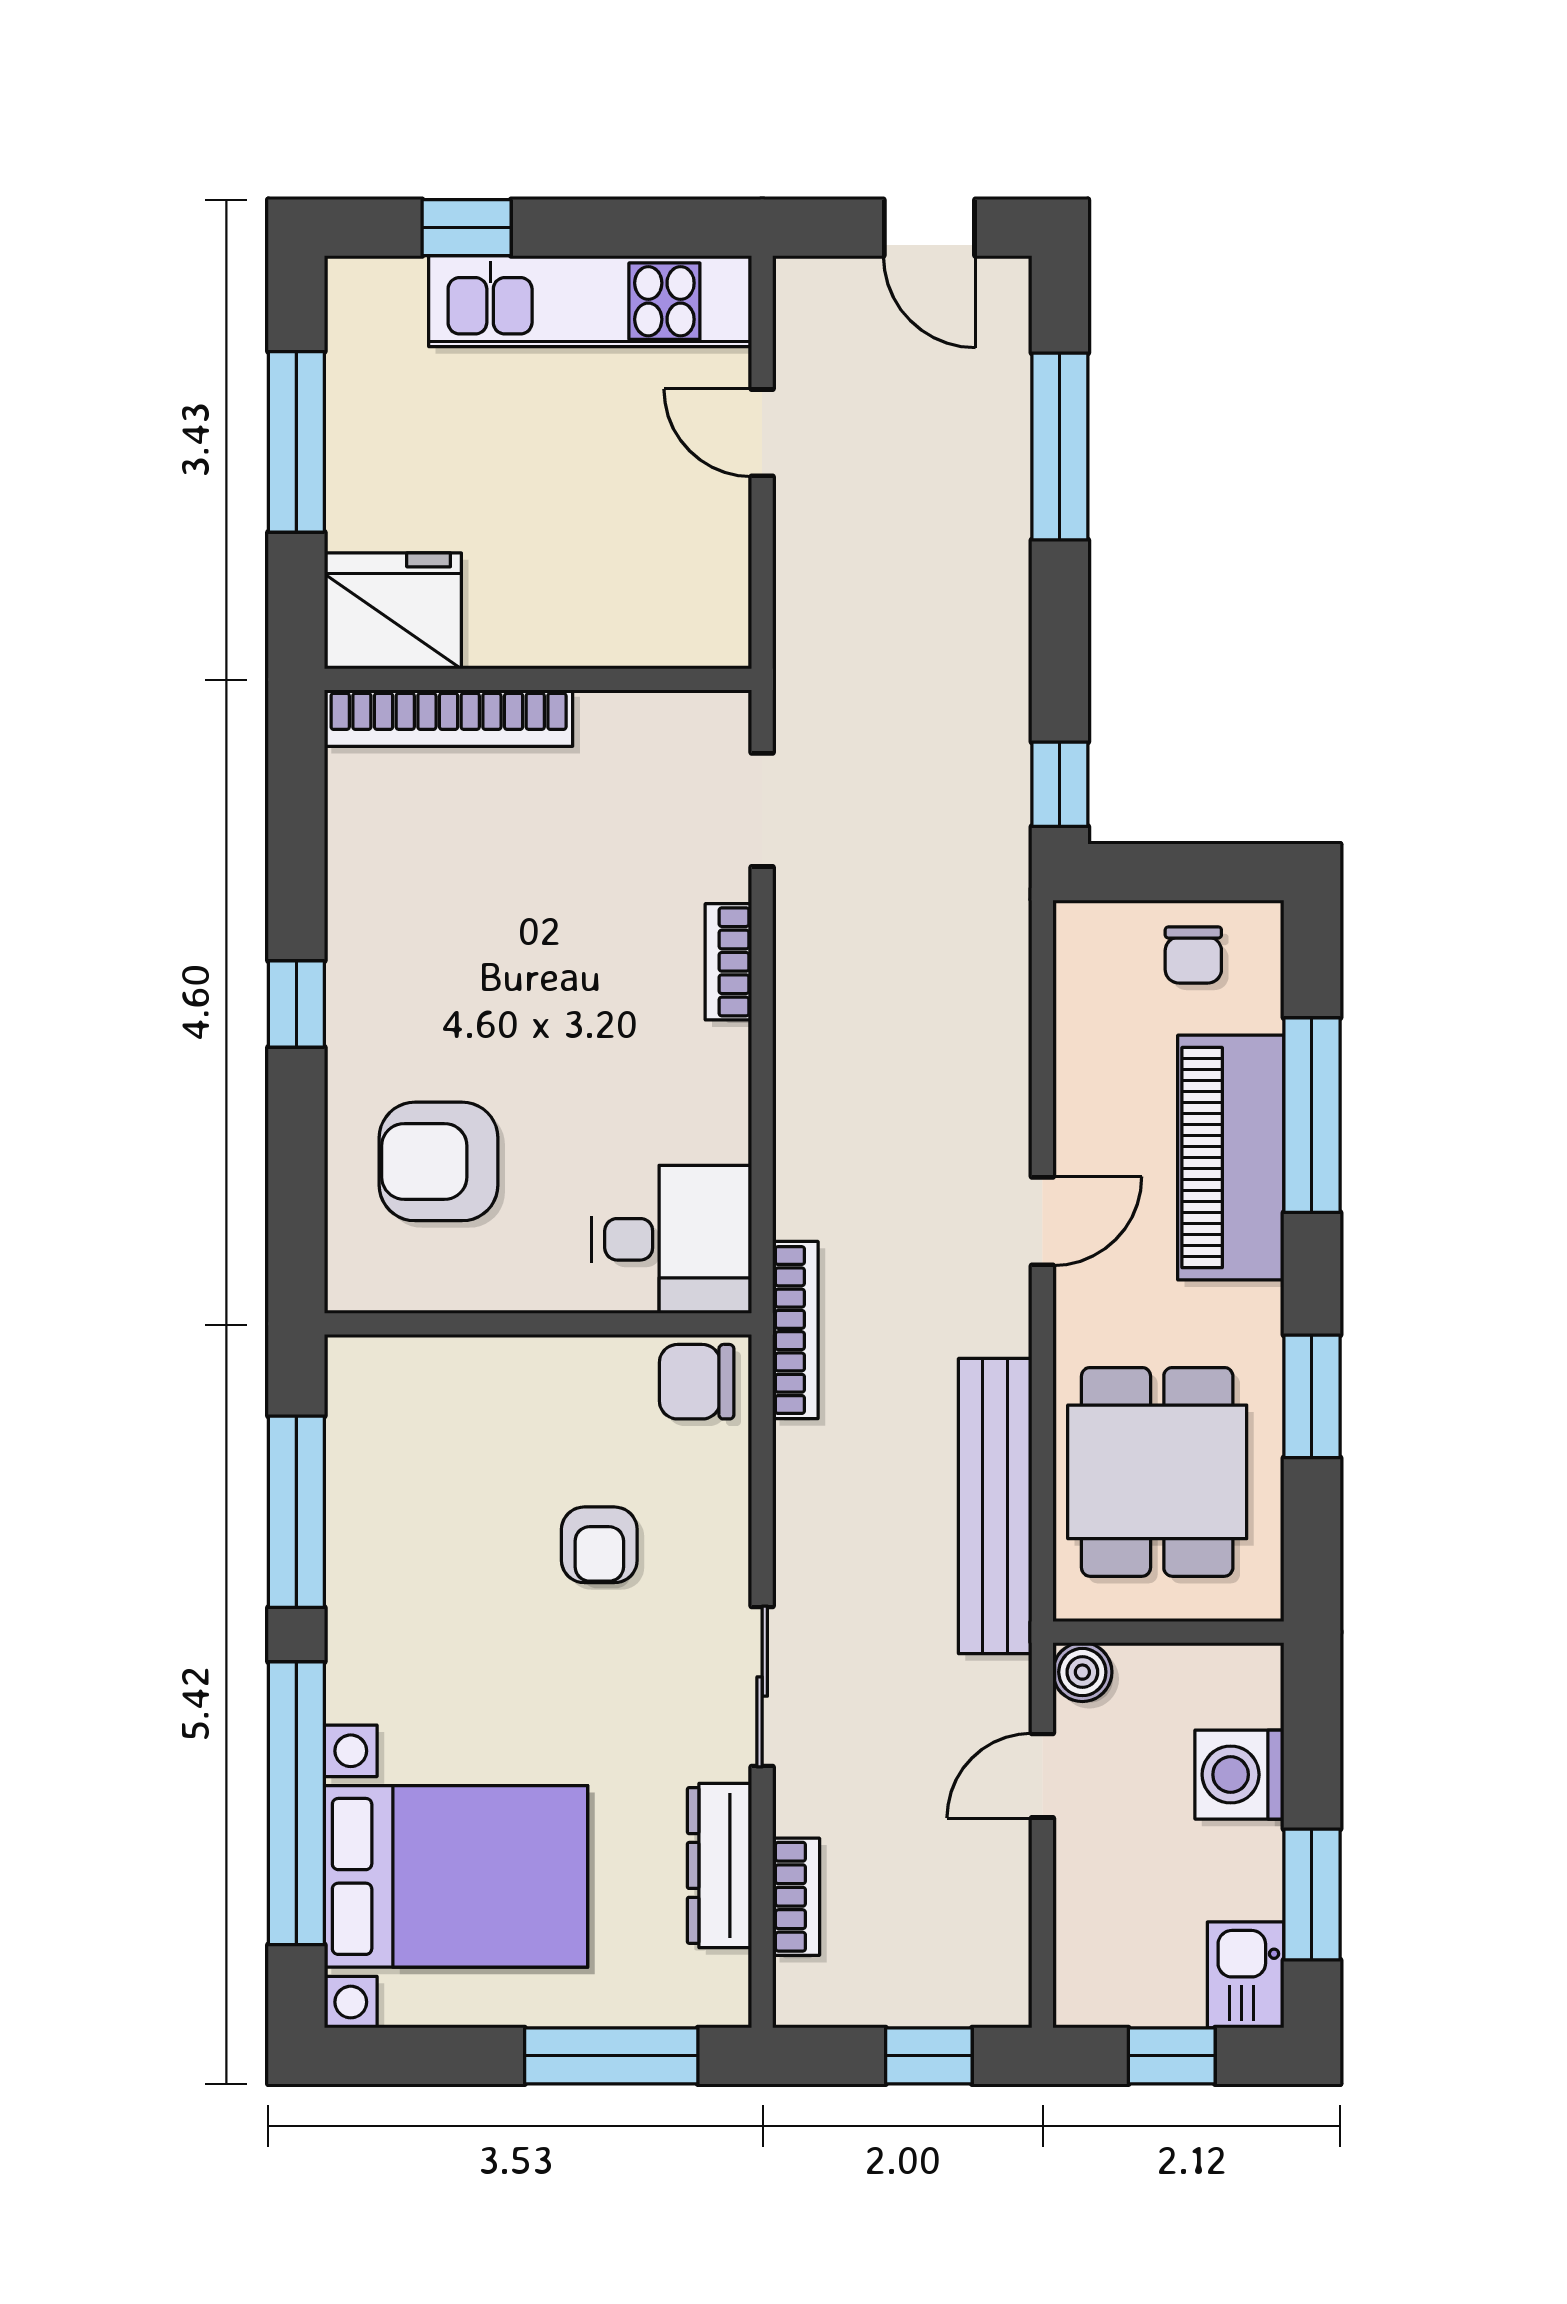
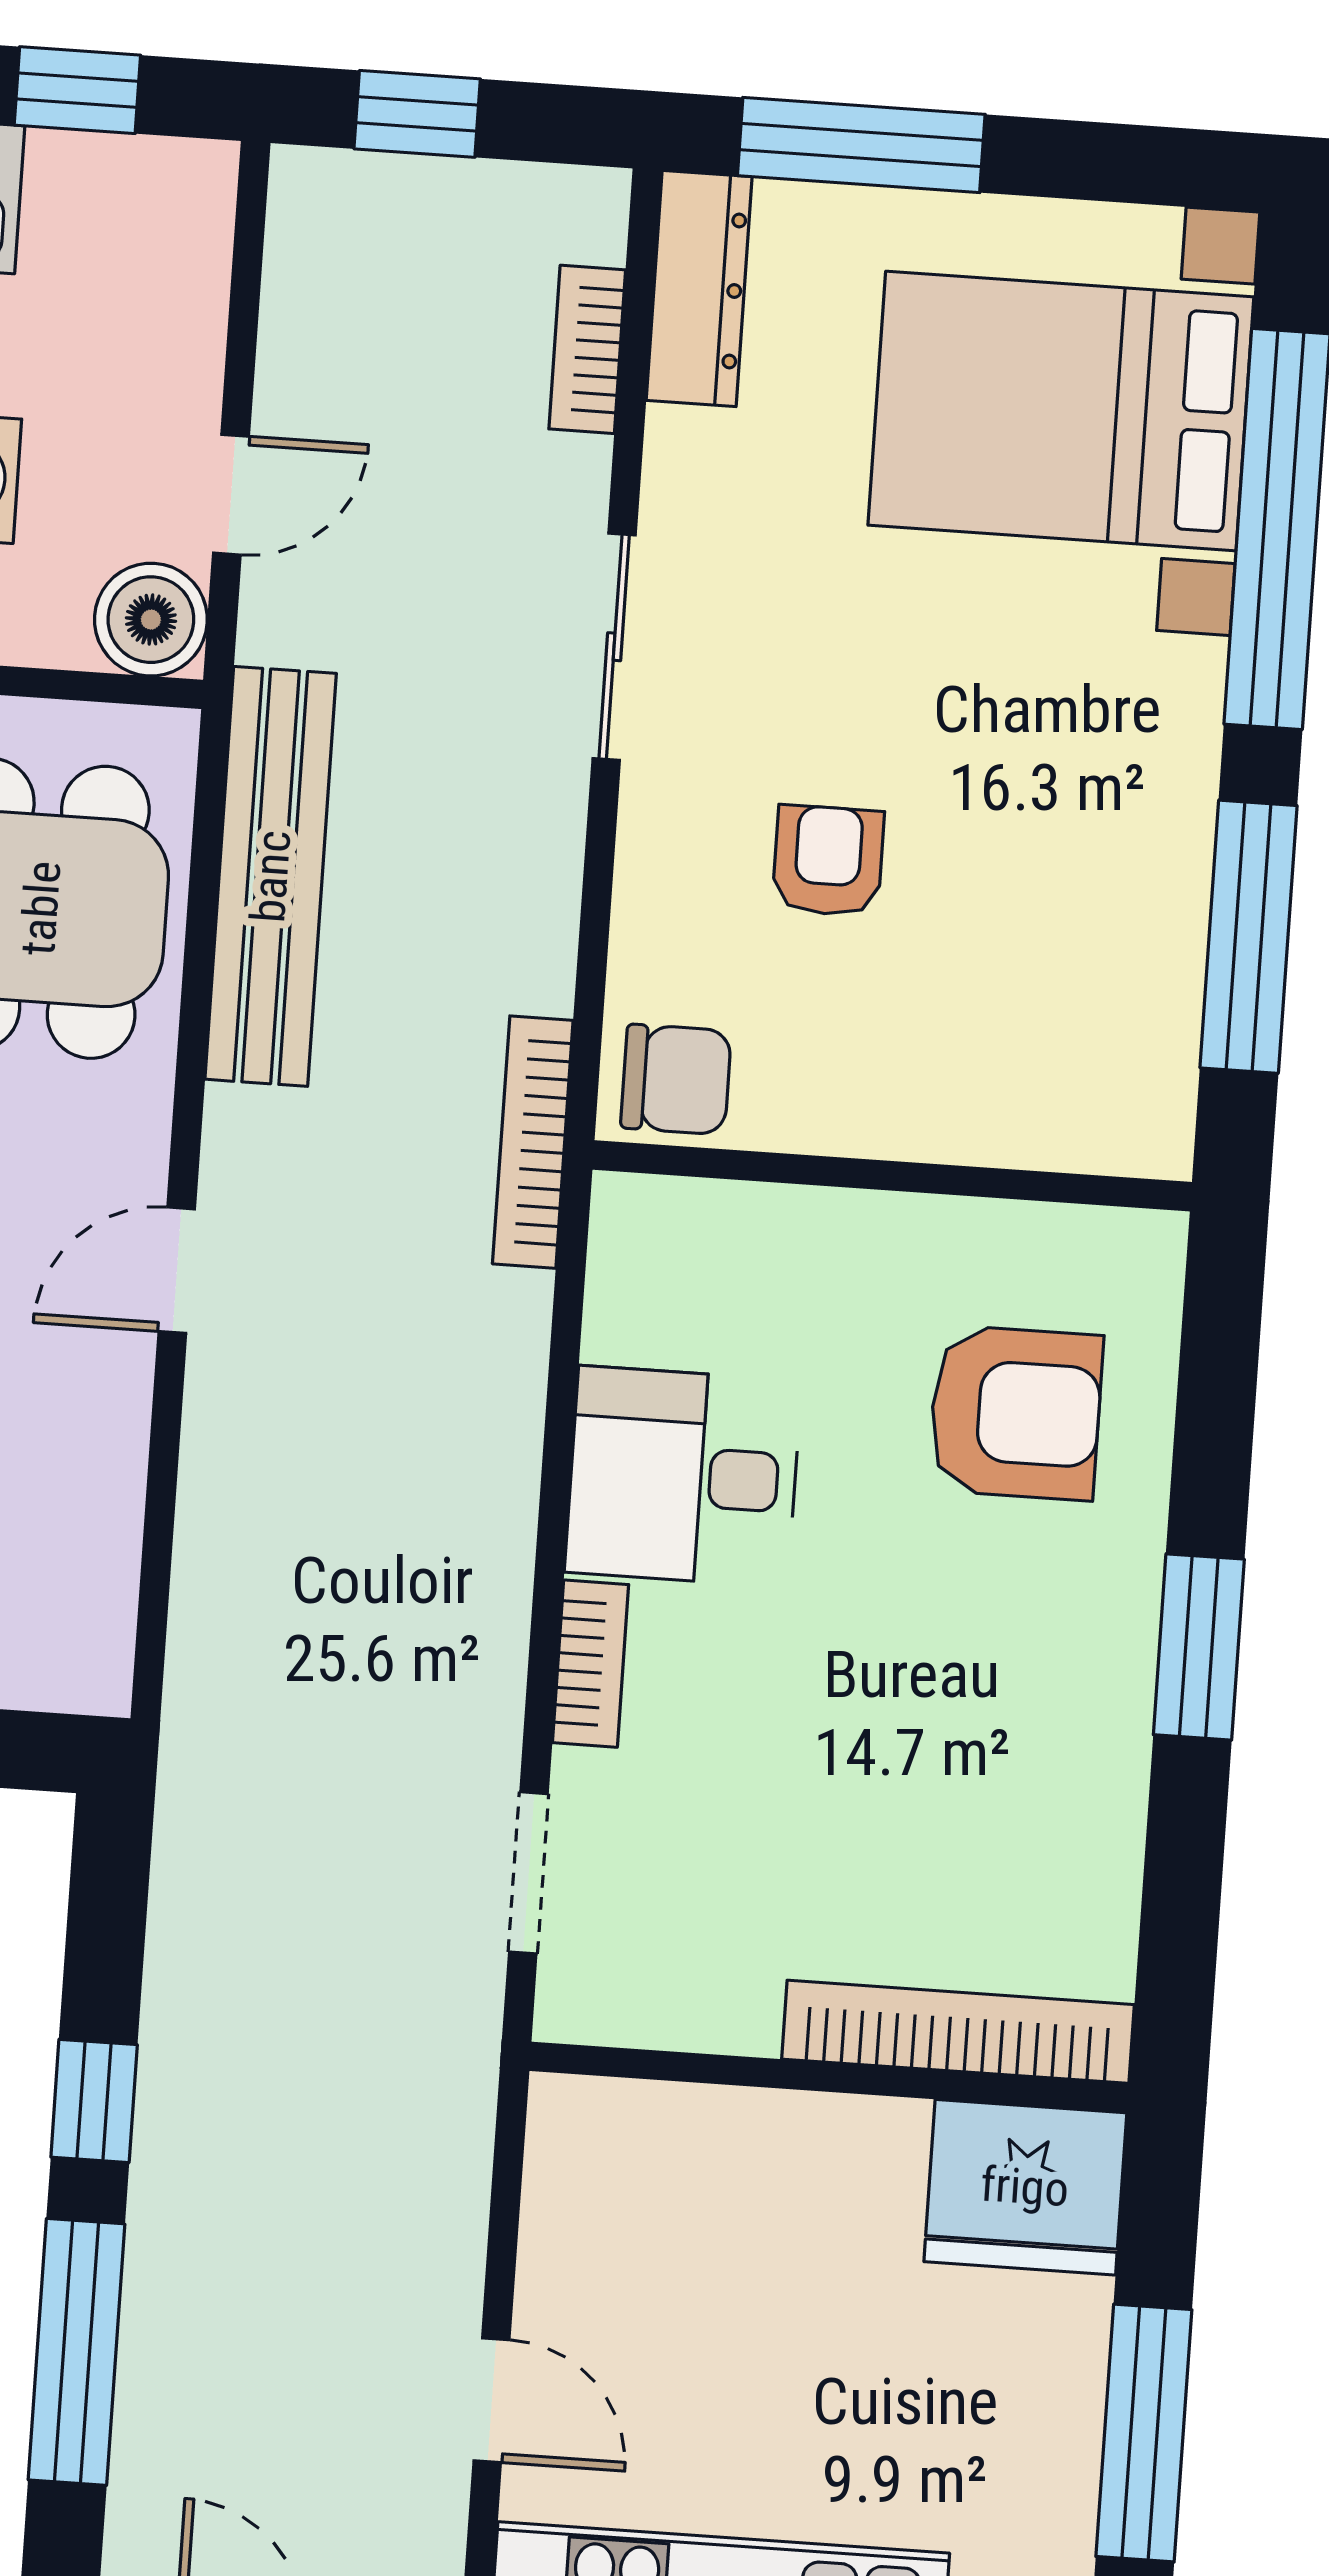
window: (1060, 784) -> (94, 2101), moved
window: (296, 1004) -> (1199, 1647), width x1.50
desk: (672, 1239) -> (683, 1476), moved
boiler: (1082, 1672) -> (151, 620), width x1.36, depth x1.36
dresser: (719, 1865) -> (699, 289), moved

